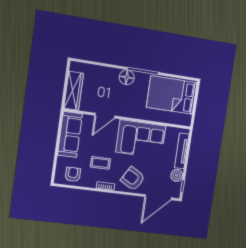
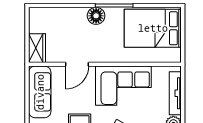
wardrobe: (74, 91) -> (37, 48), width x0.67

